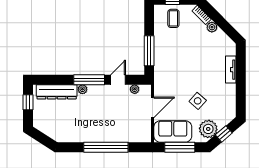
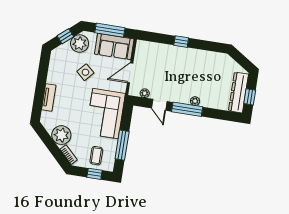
plant: (212, 27) -> (61, 135), width x1.88, depth x1.88
window: (149, 51) -> (122, 145), moved
corner sofa: (171, 62) -> (106, 114), added
door: (118, 80) -> (159, 105), hinge flipped
dresser: (57, 92) -> (238, 93), moved, turned -90
window: (106, 147) -> (181, 42), width x0.32

